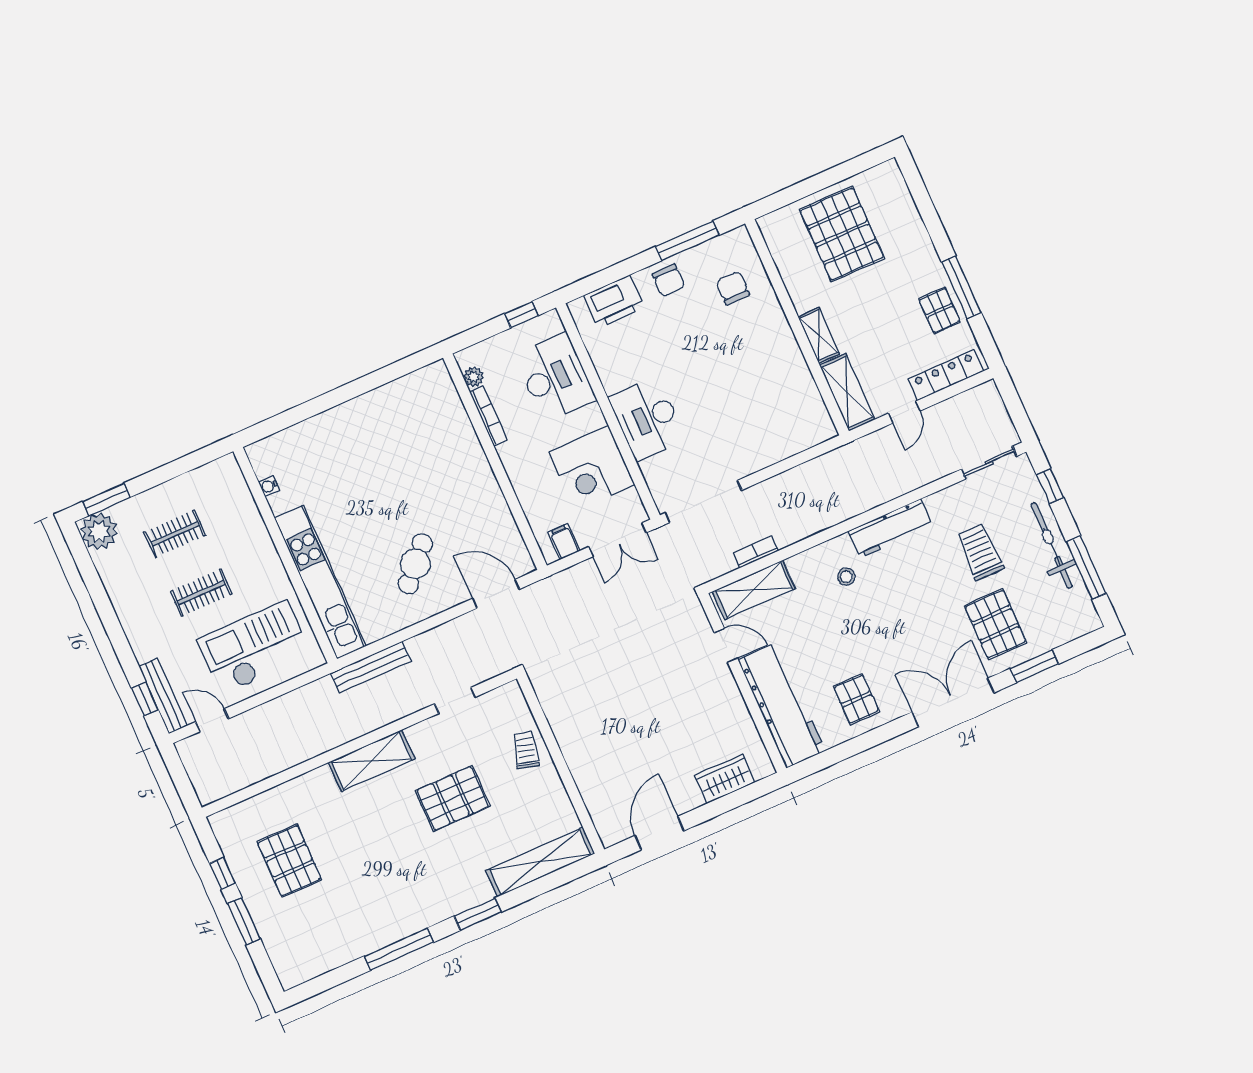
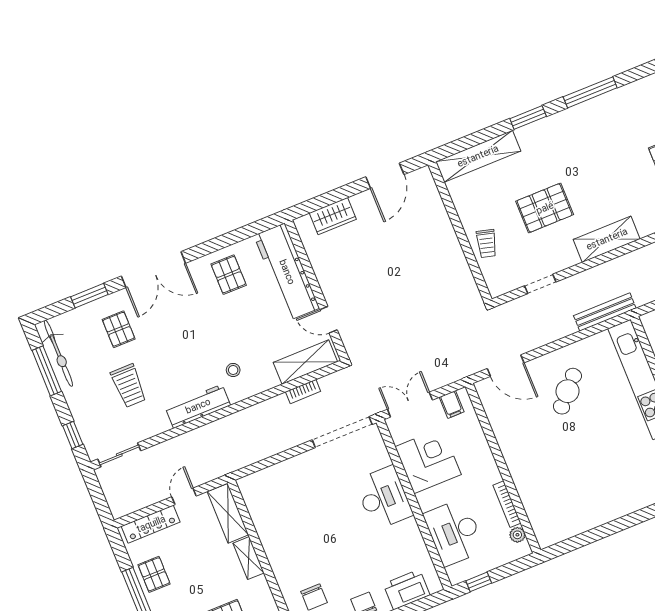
bicycle: (1052, 545) -> (58, 353), moved
pallet: (995, 624) -> (119, 329), width x0.67, depth x0.71

